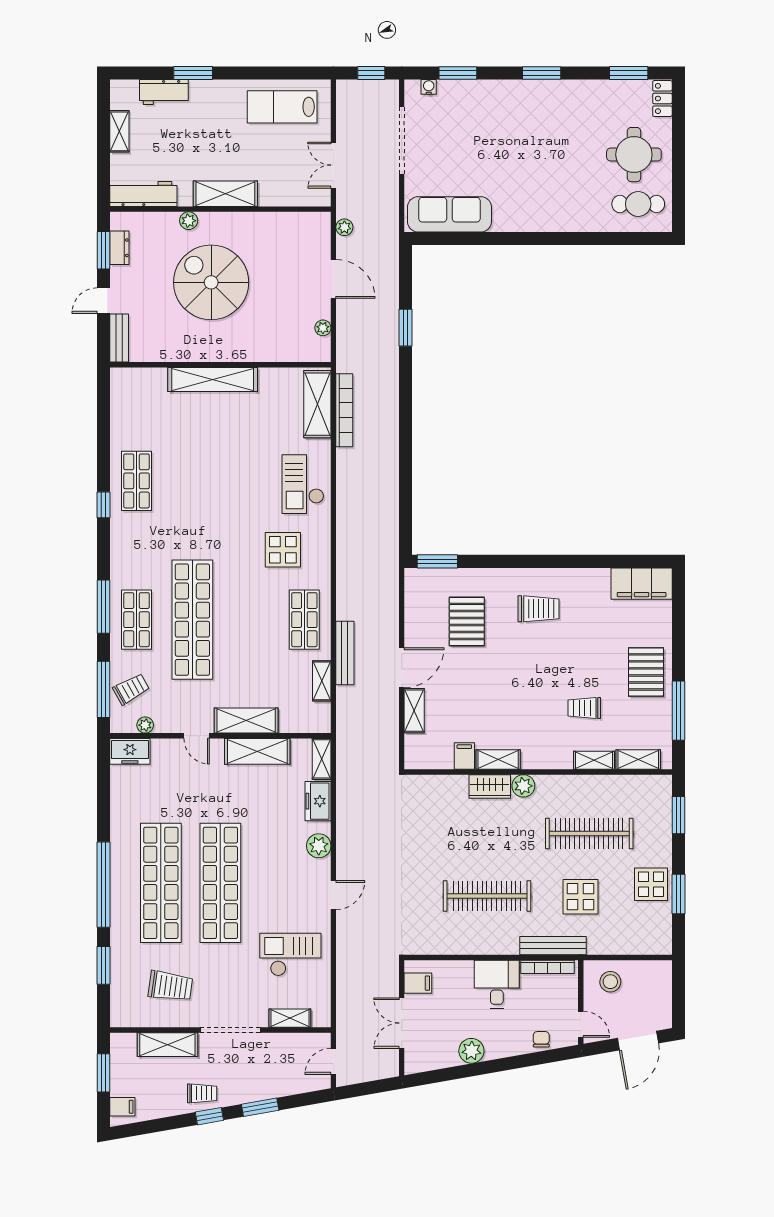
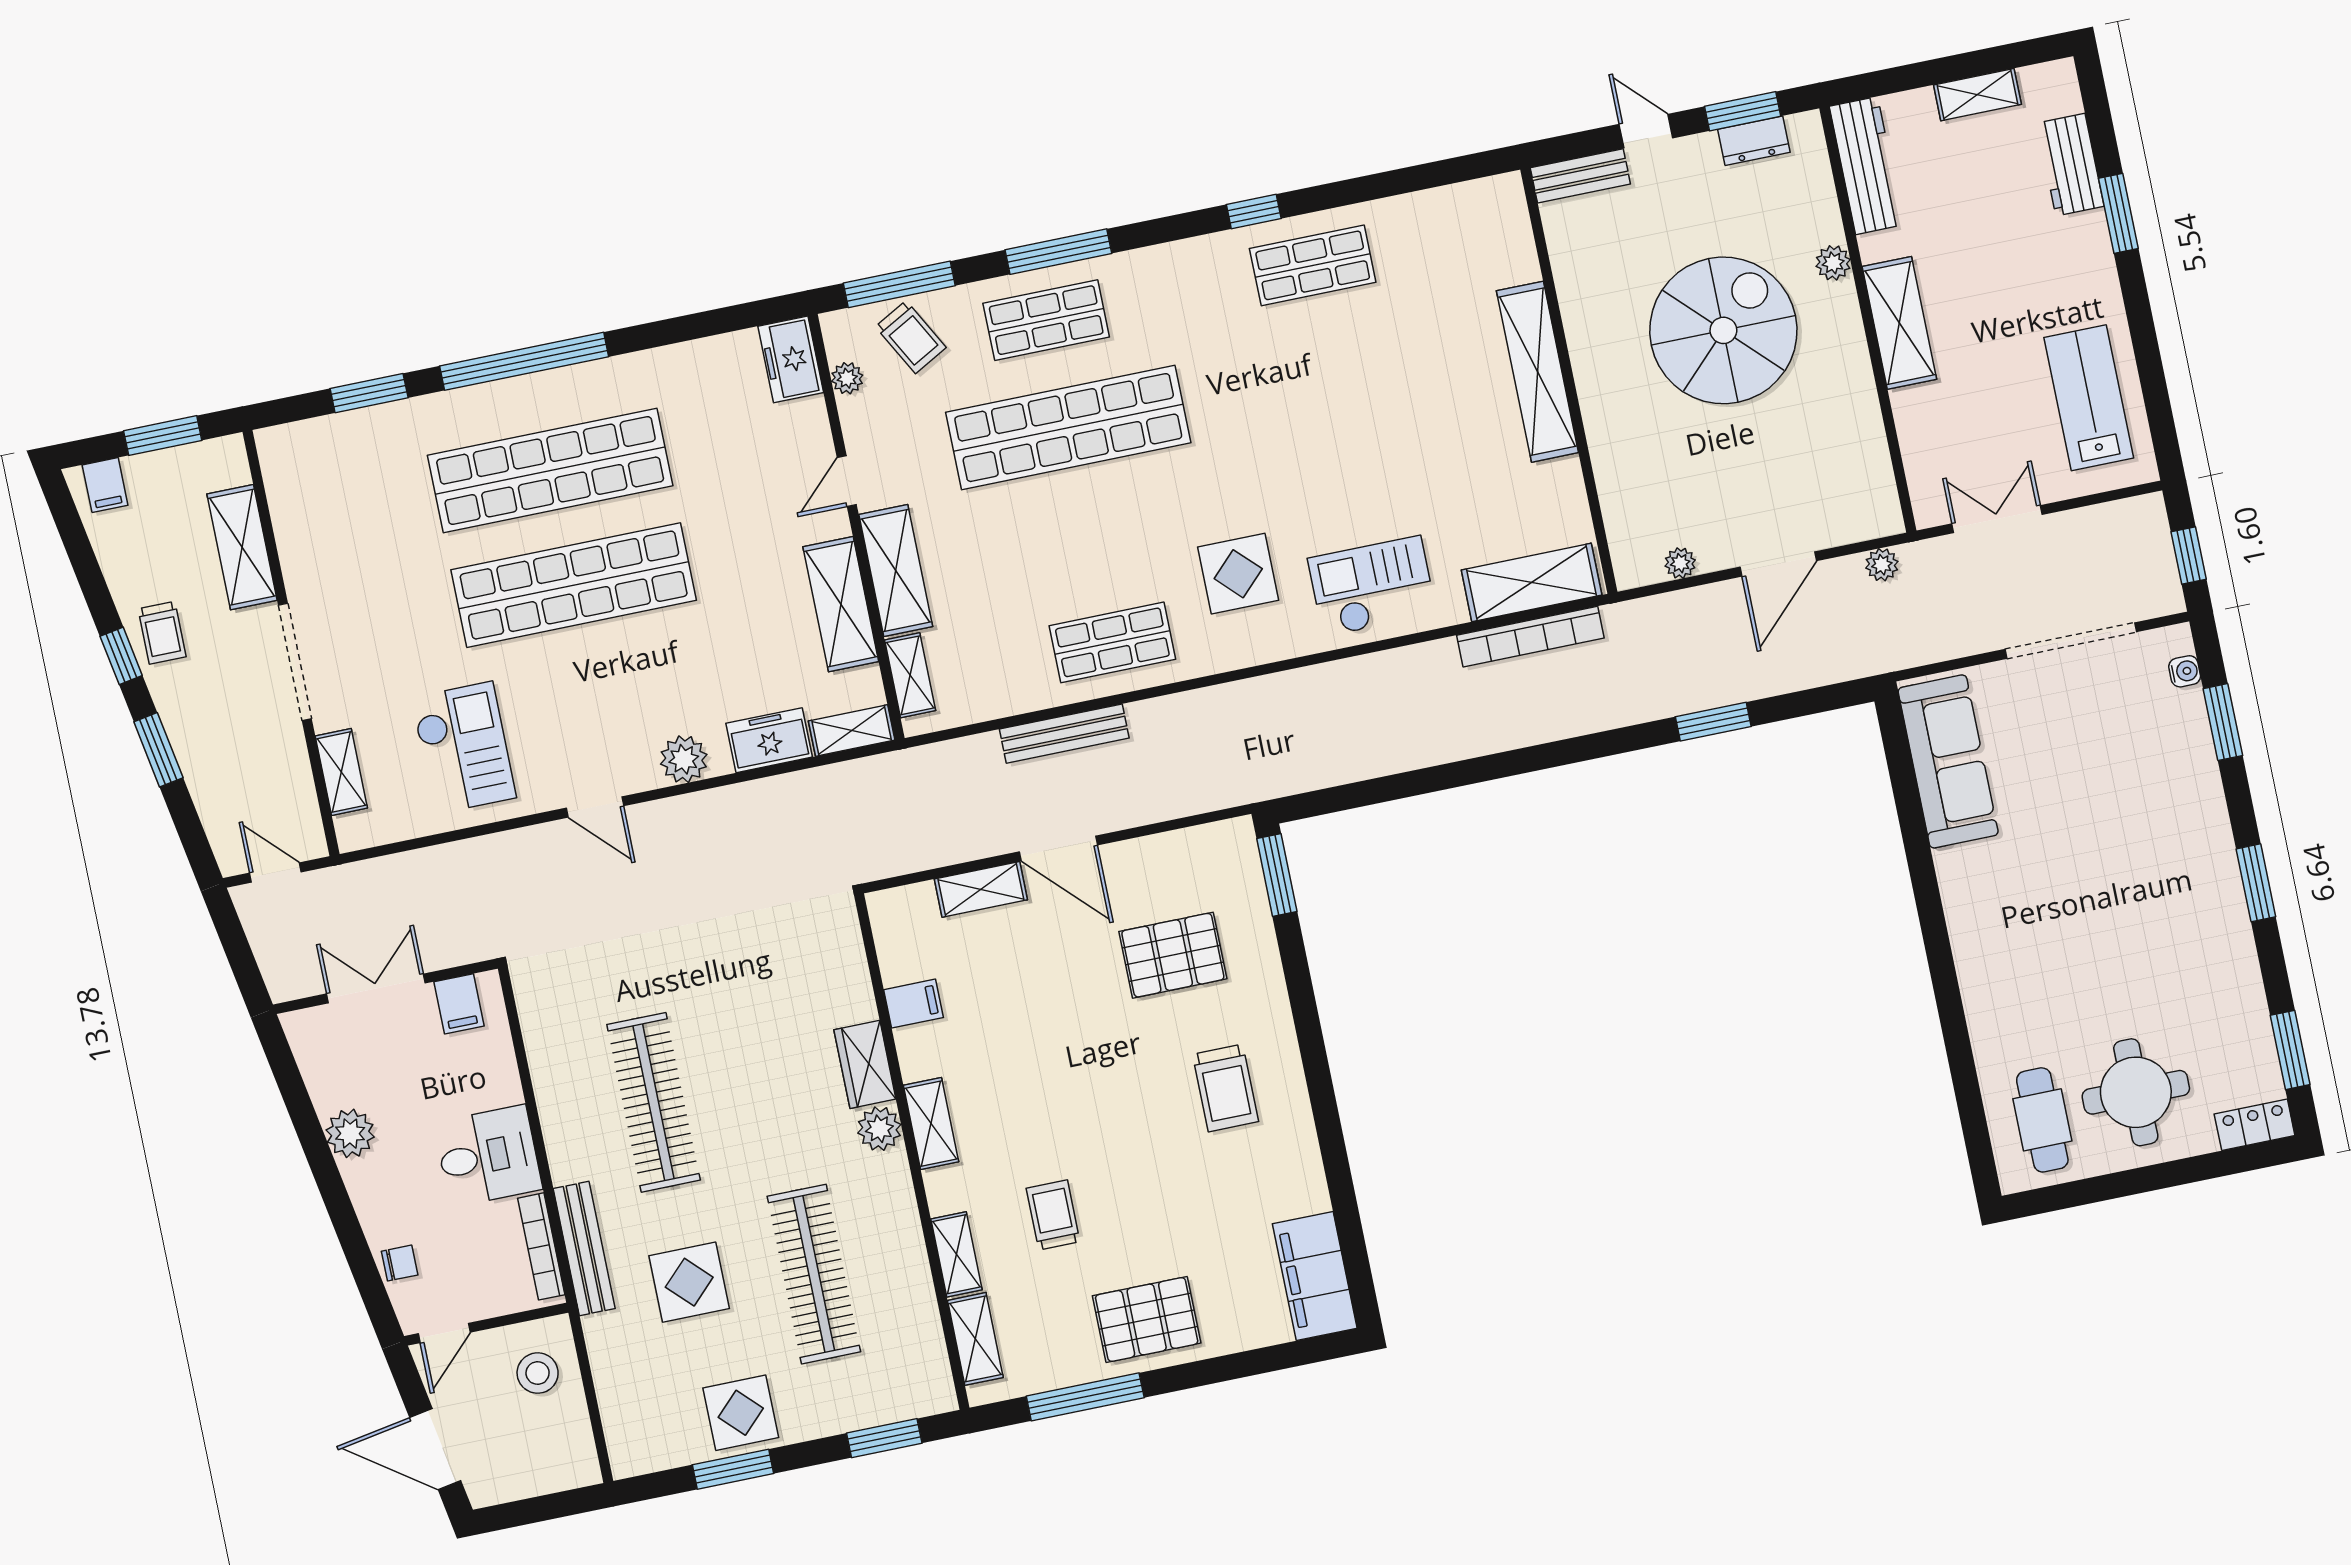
shelving: (322, 681) -> (910, 675), moved, turned 90
shelving: (498, 760) -> (931, 1124), moved
trolley: (170, 986) -> (355, 530), removed

